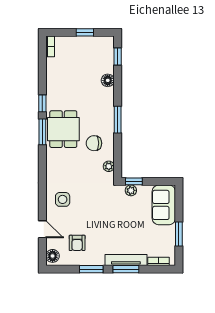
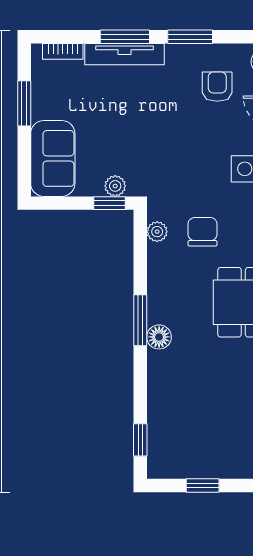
floor lamp: (108, 80) -> (159, 337), moved
chair: (94, 143) -> (203, 232), moved, turned -90

